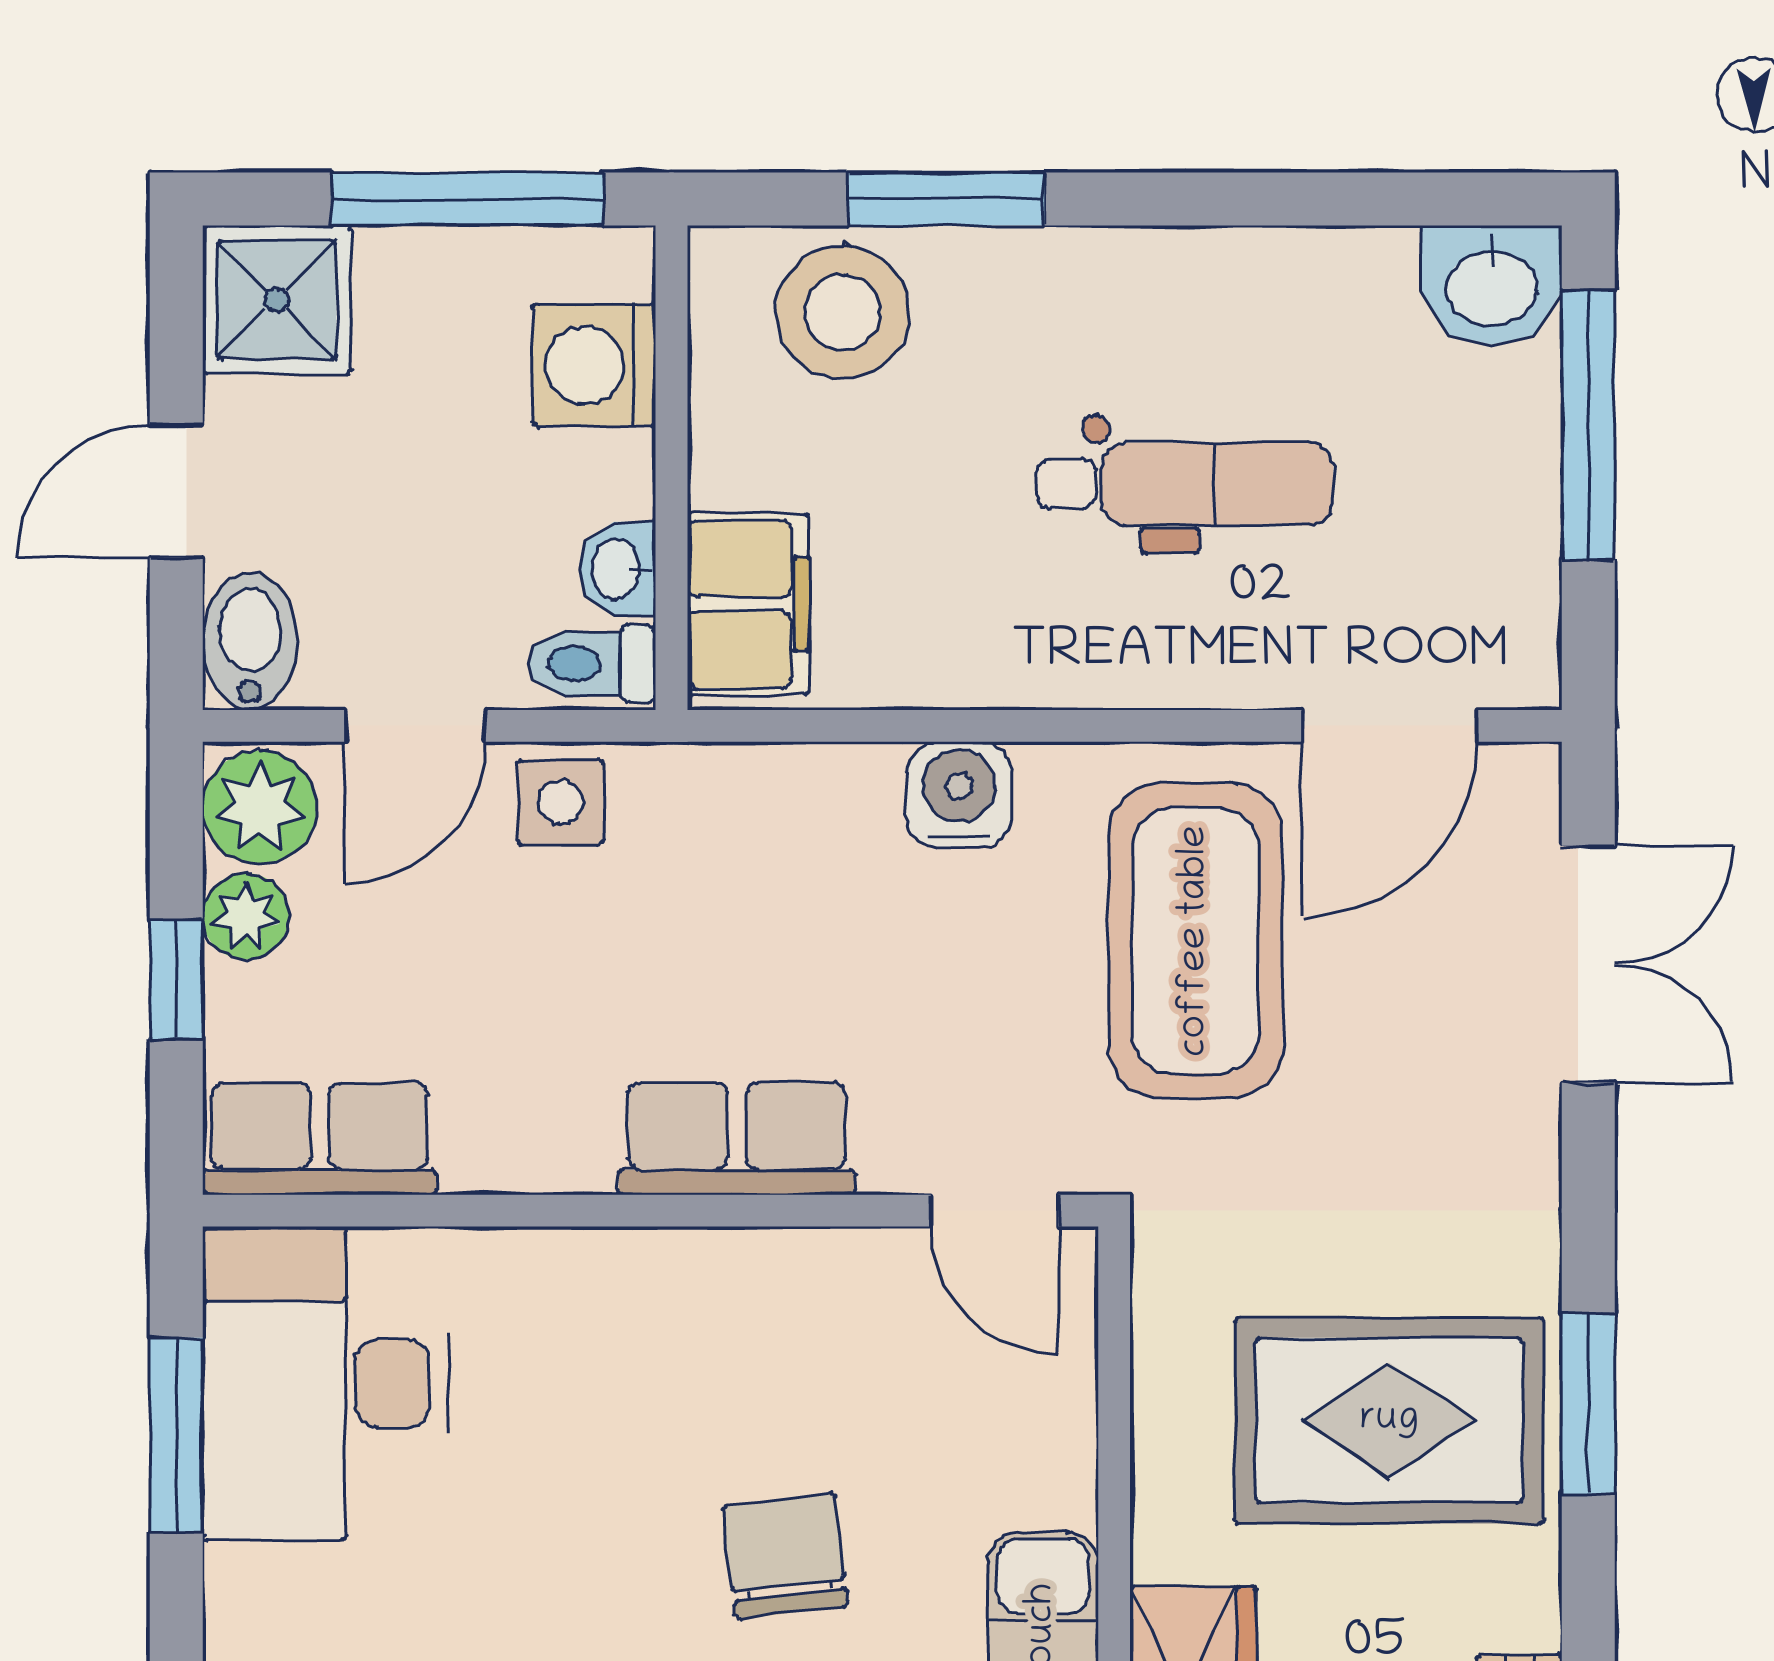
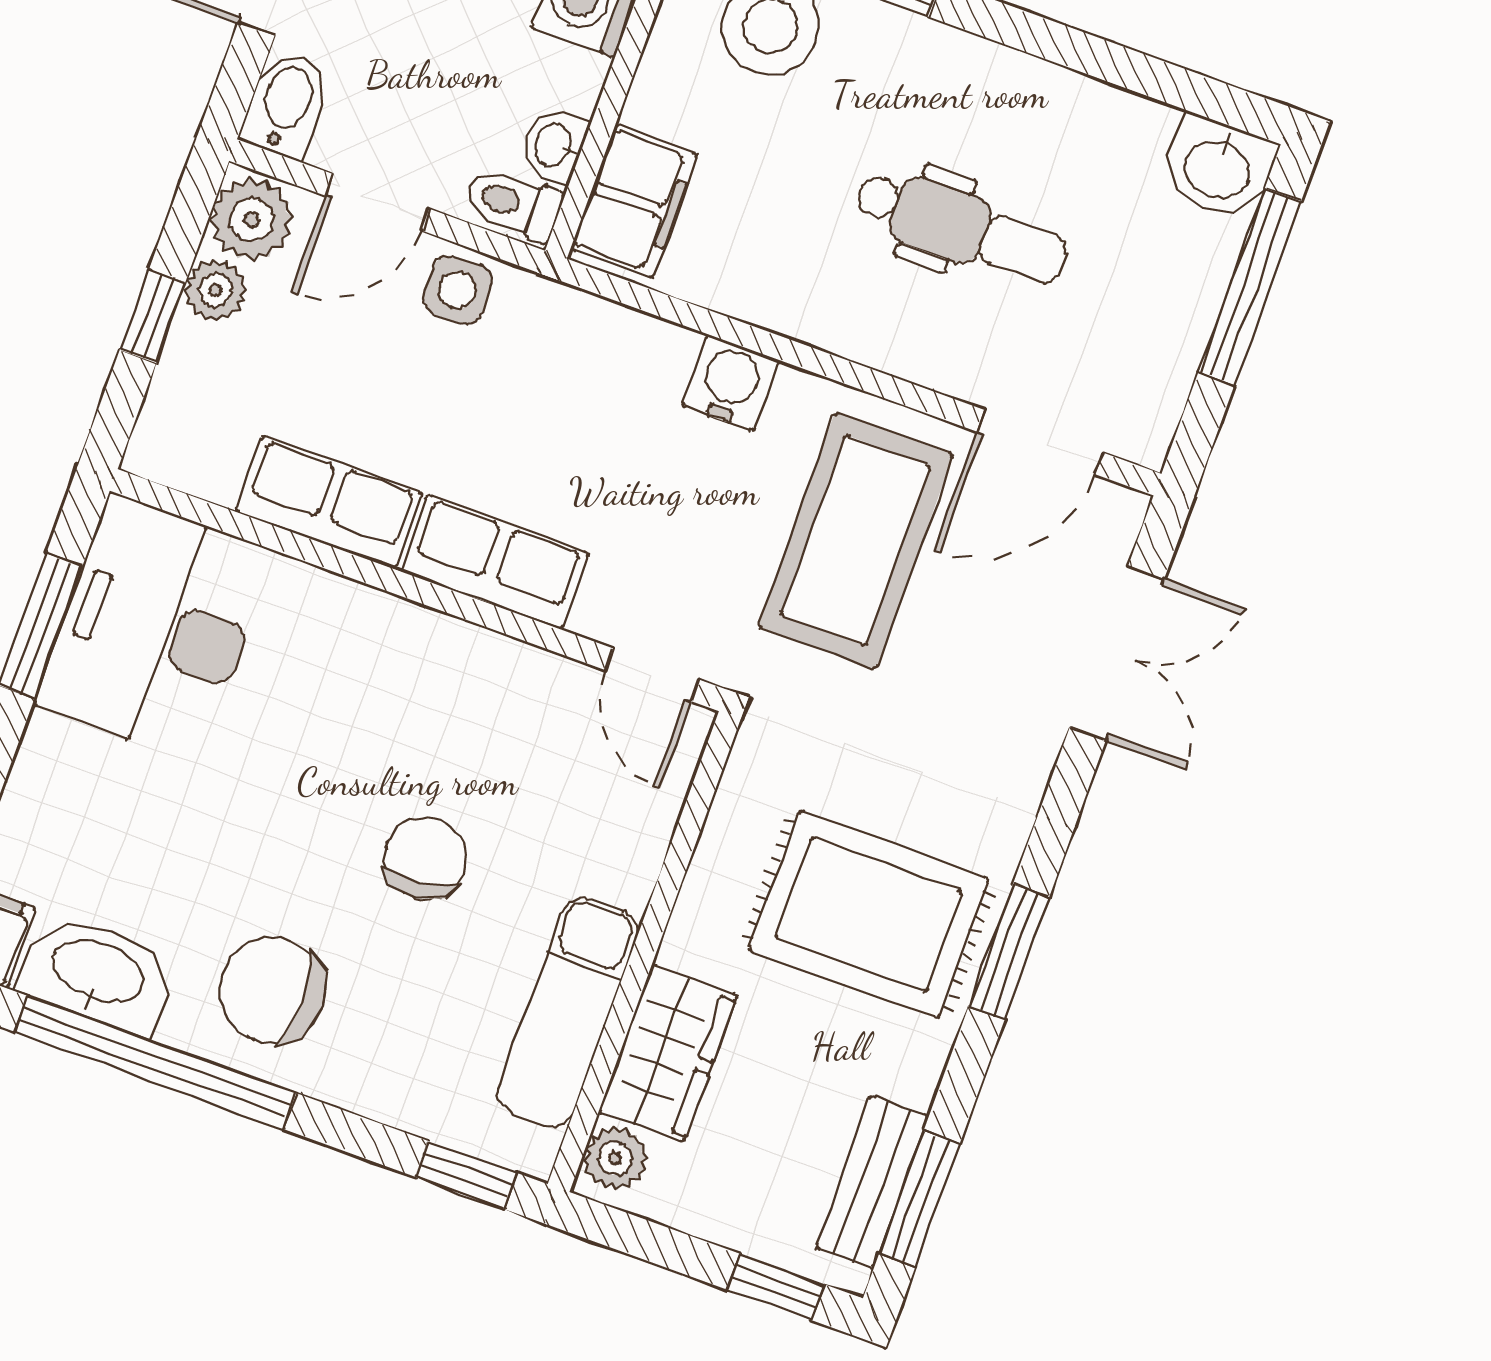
row of seats: (320, 1139) -> (329, 502), moved

